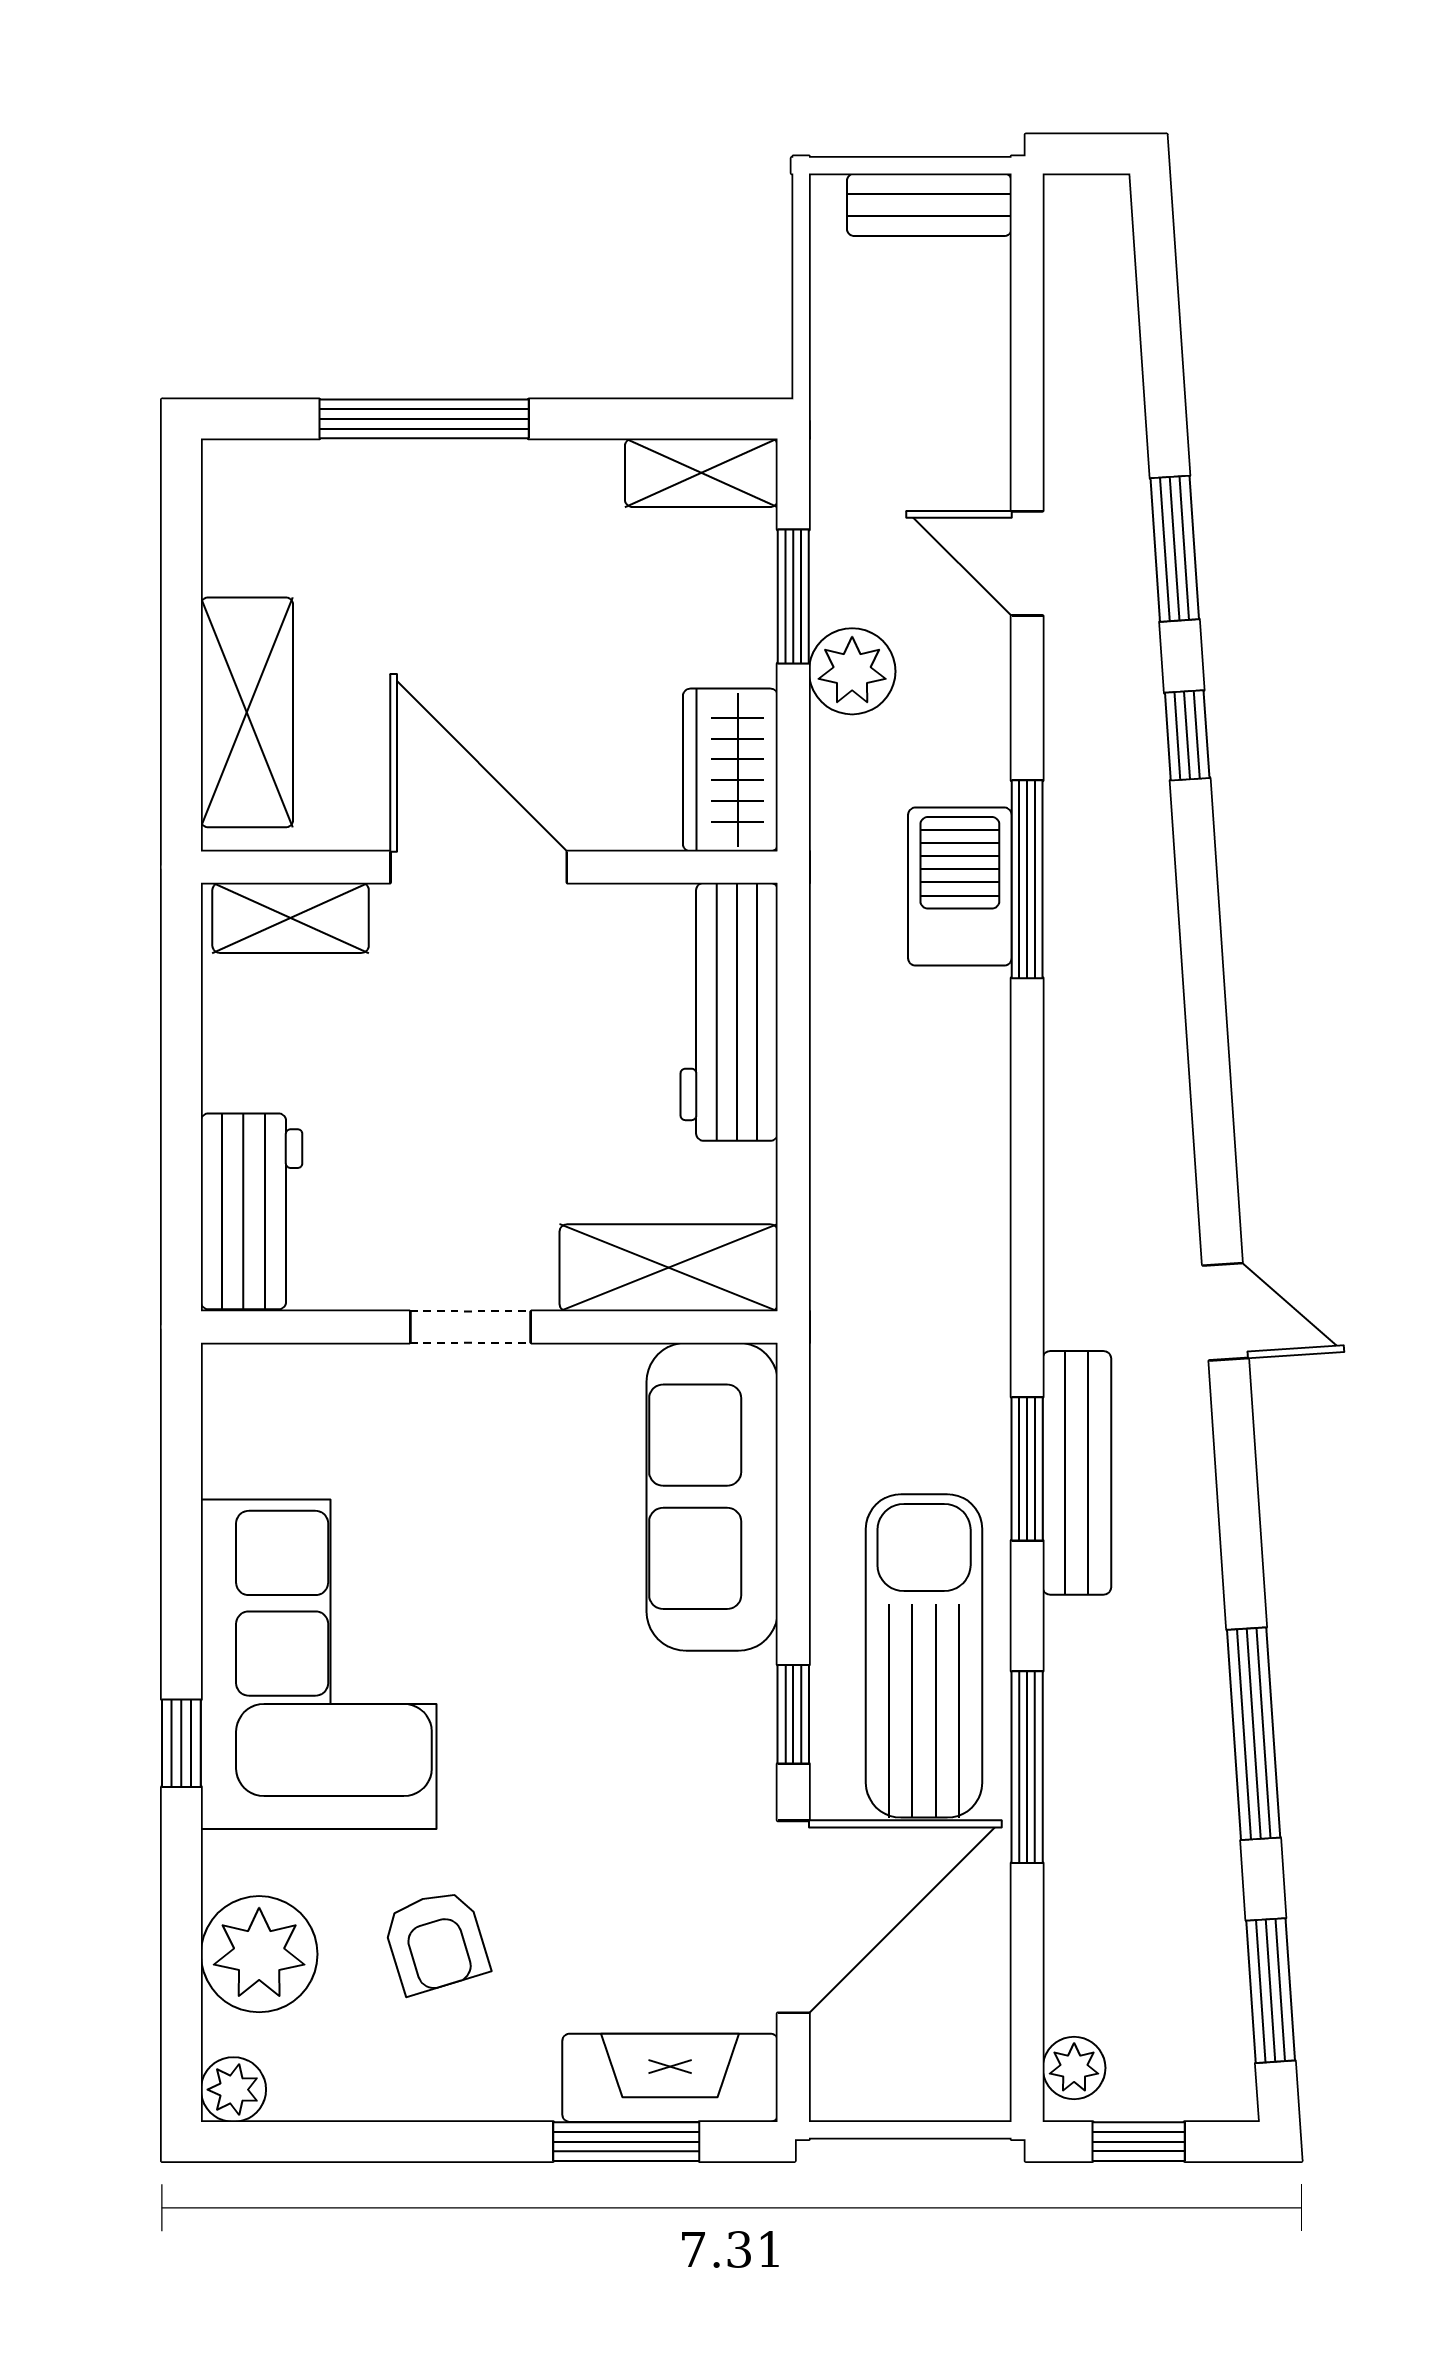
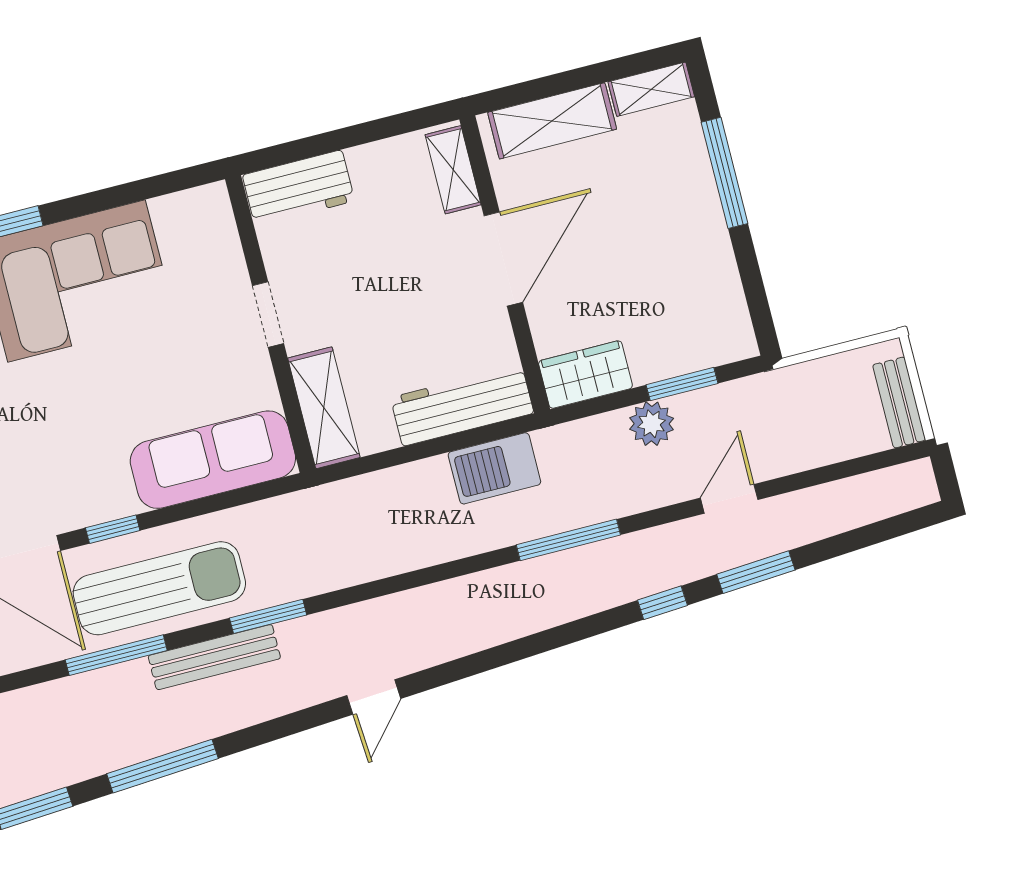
shelving: (701, 473) -> (651, 89), moved, turned 90
barbecue: (960, 887) -> (494, 468), moved, turned 180
bench: (1077, 1473) -> (214, 657), moved

